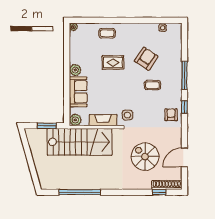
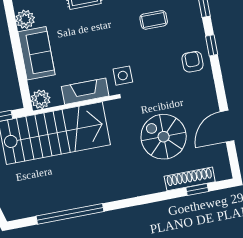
shoe rack: (167, 185) -> (190, 179), moved

